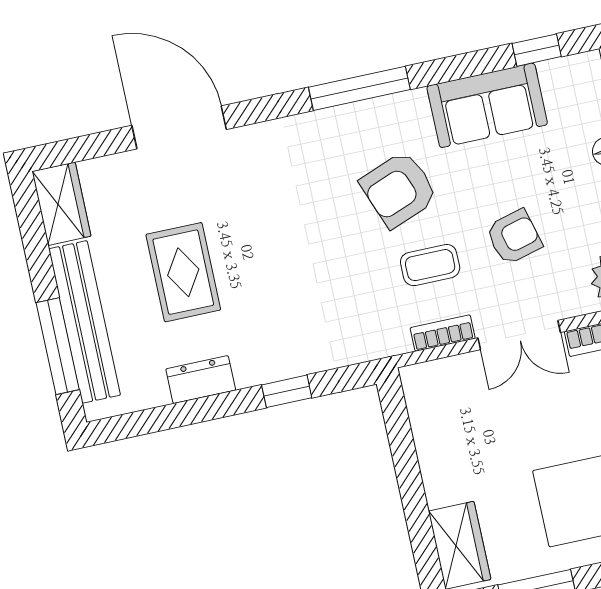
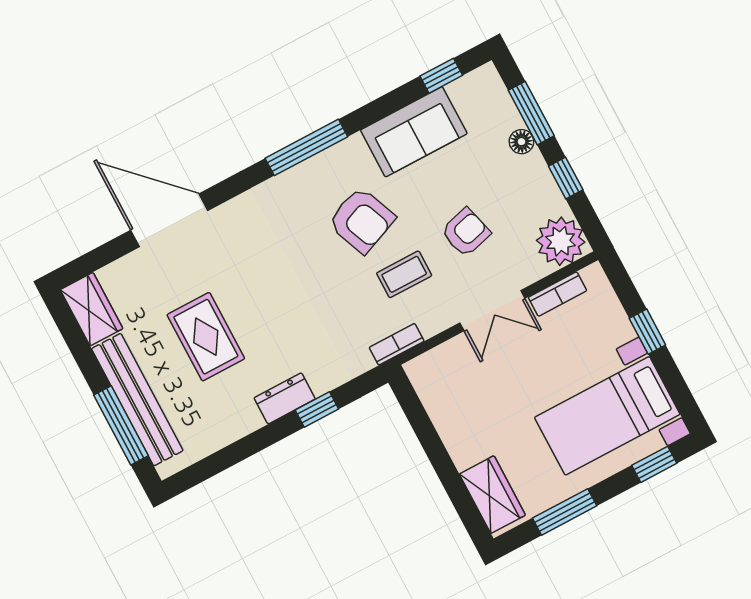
armchair: (399, 189) -> (362, 220), turned -91
bookcase: (443, 333) -> (397, 344), moved
dresser: (201, 380) -> (285, 398), moved

